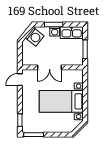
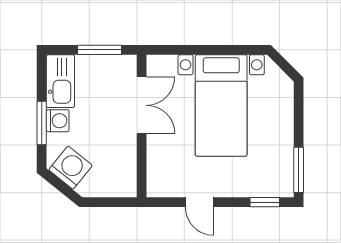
double door: (50, 67) -> (142, 105), moved
door: (20, 80) -> (199, 202), moved

